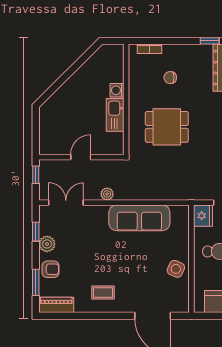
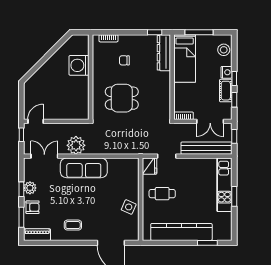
washing machine: (117, 90) -> (79, 65), width x1.89, depth x1.89
kitchen sink: (115, 115) -> (82, 89), removed
door: (81, 157) -> (36, 121), moved
plant: (107, 194) -> (76, 145), width x1.88, depth x1.88
sofa: (139, 218) -> (84, 168), moved
window: (36, 232) -> (21, 189), moved

